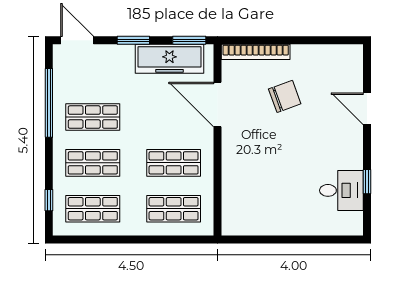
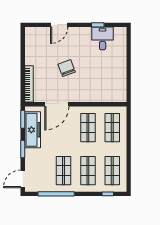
chair: (285, 96) -> (67, 68), moved

